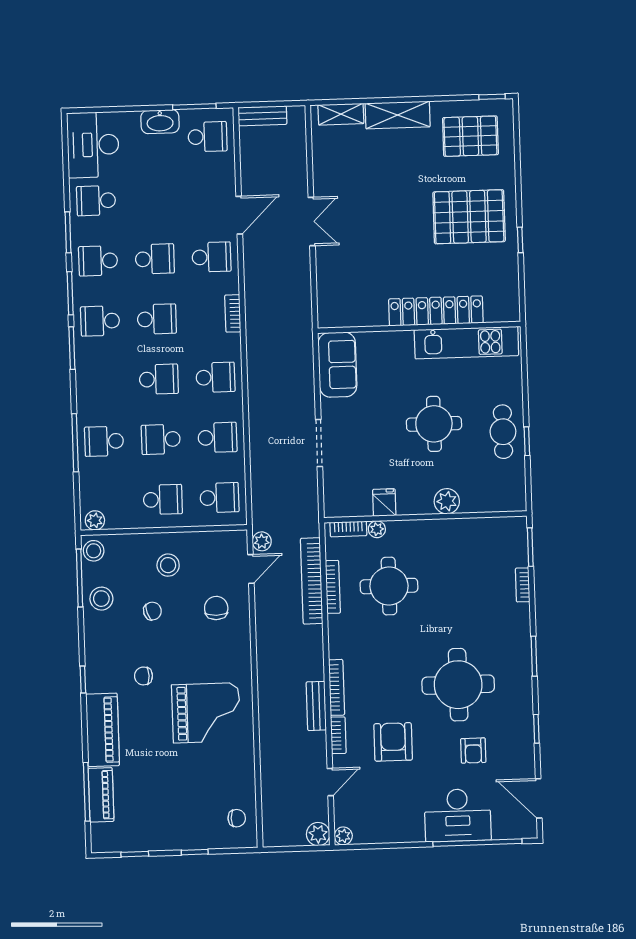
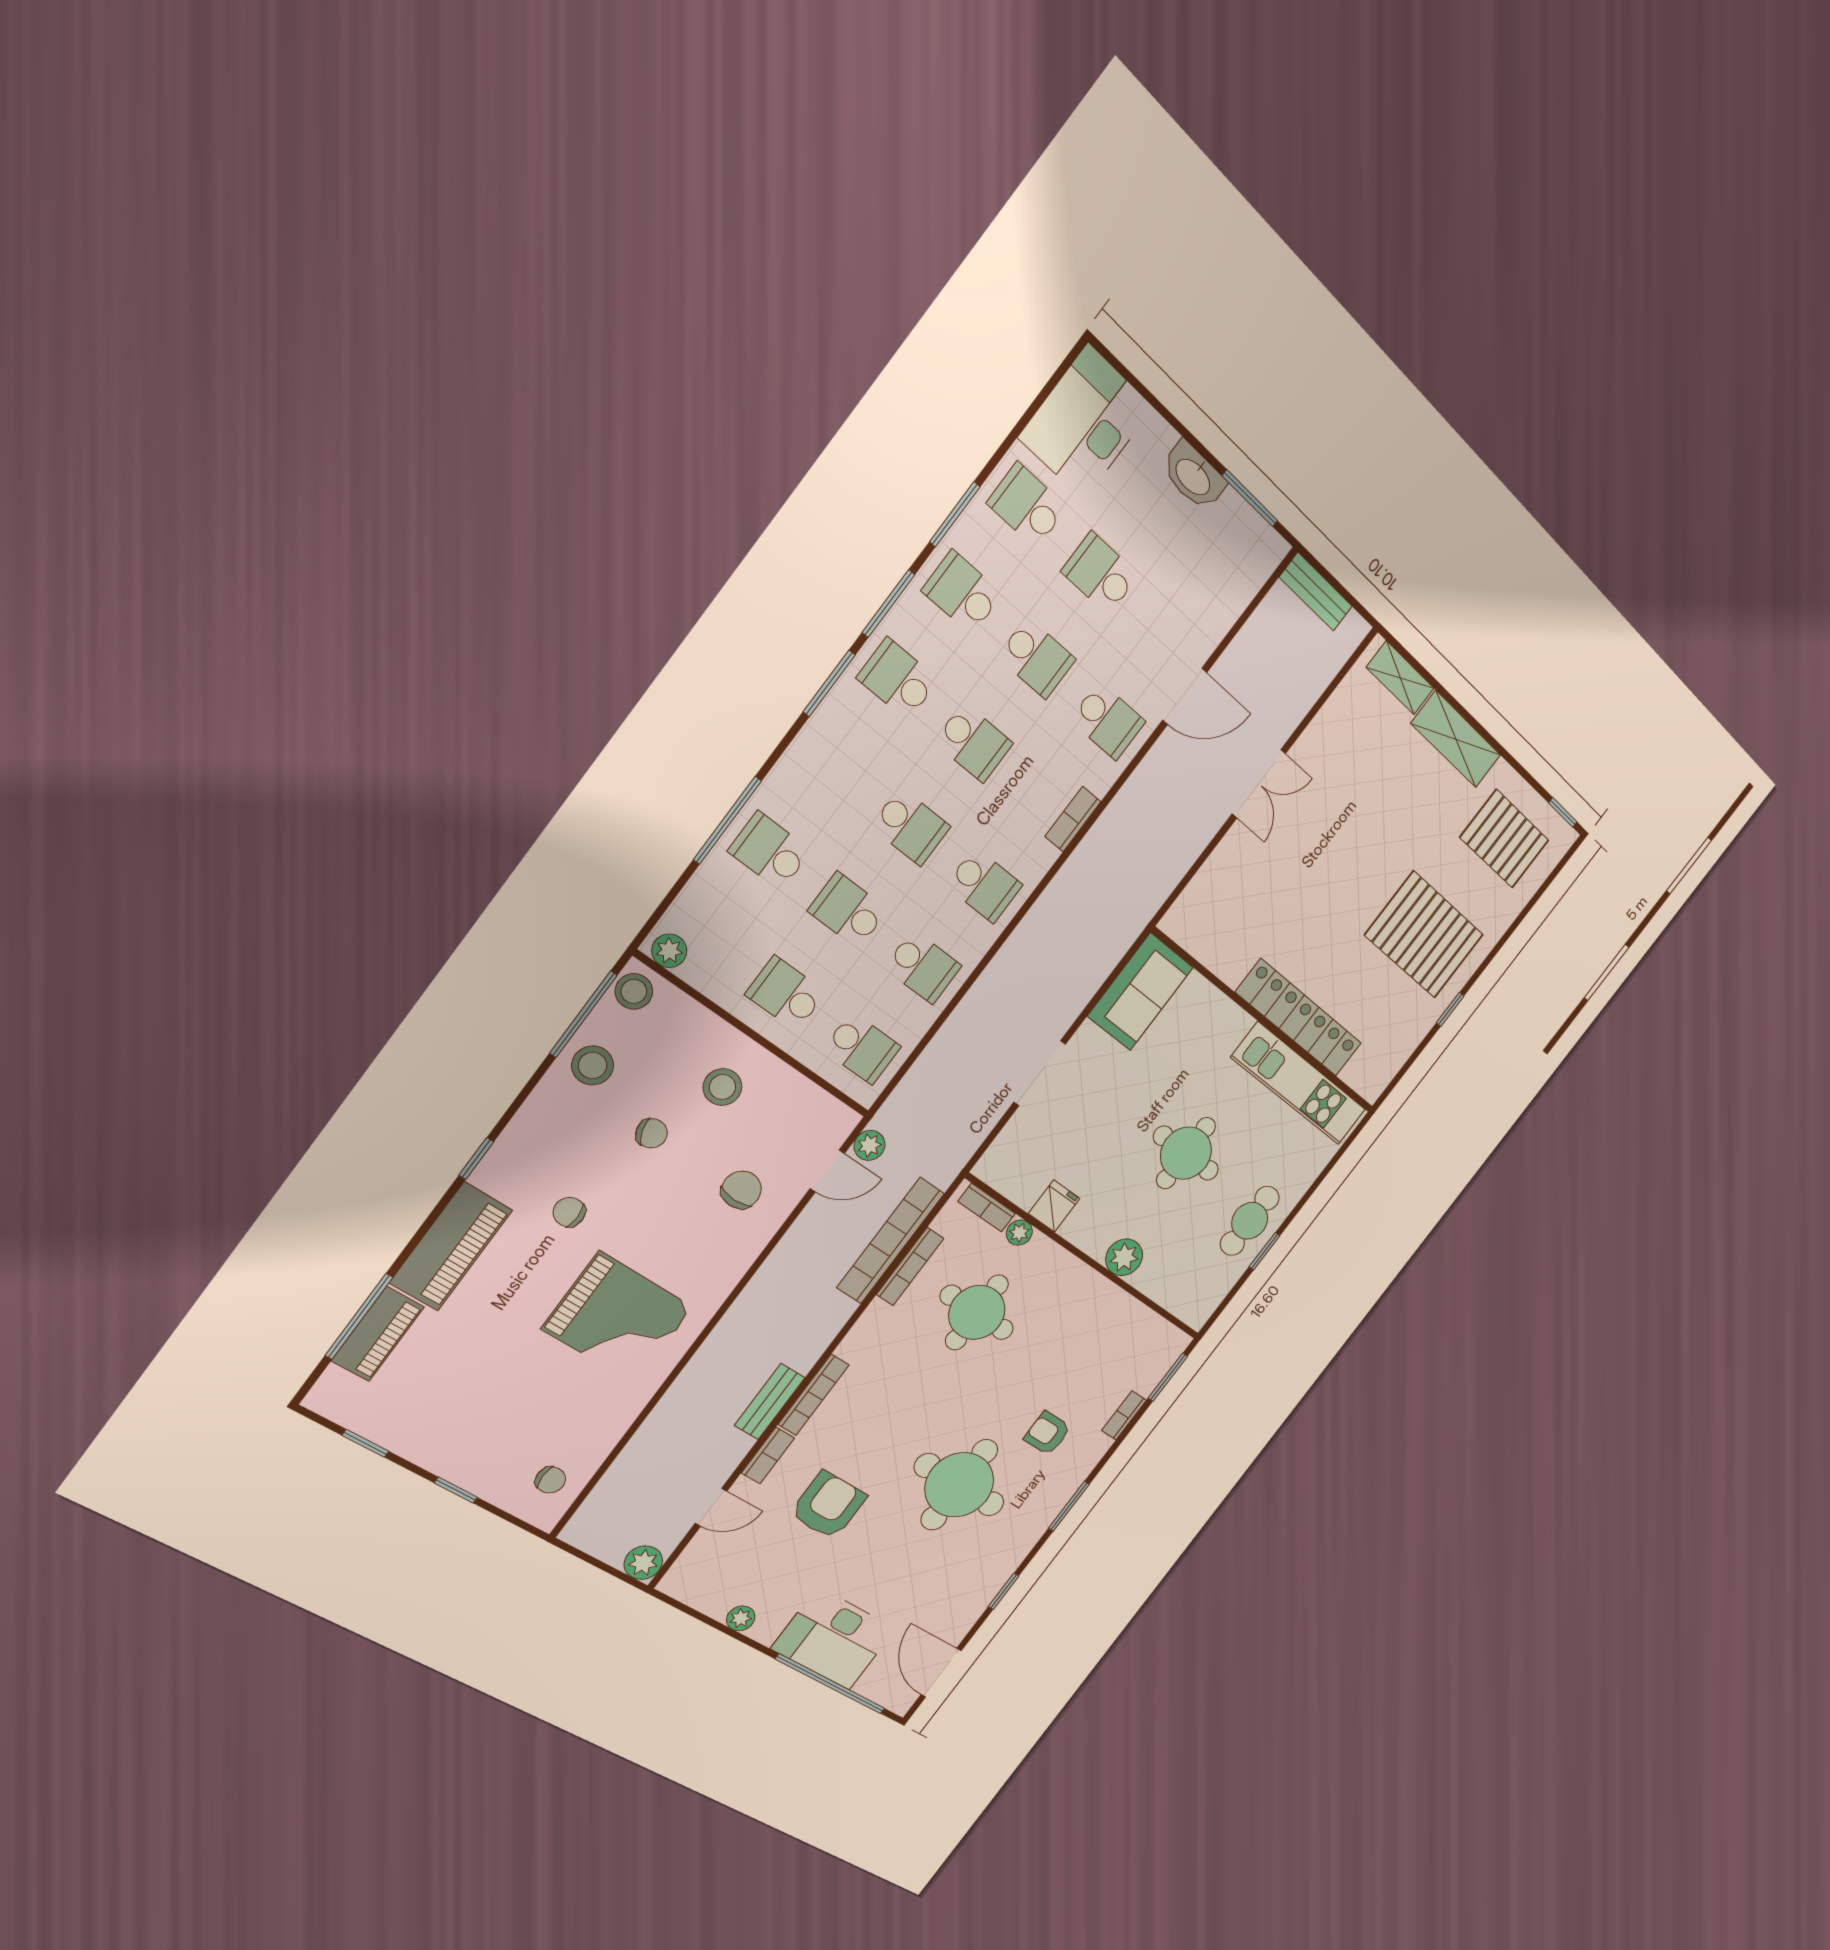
school desk: (208, 137) -> (1100, 573), moved, turned 180
school desk: (163, 500) -> (786, 994), turned 180
armchair: (473, 751) -> (1047, 1433), moved, turned 90
plant: (343, 836) -> (741, 1618), moved

